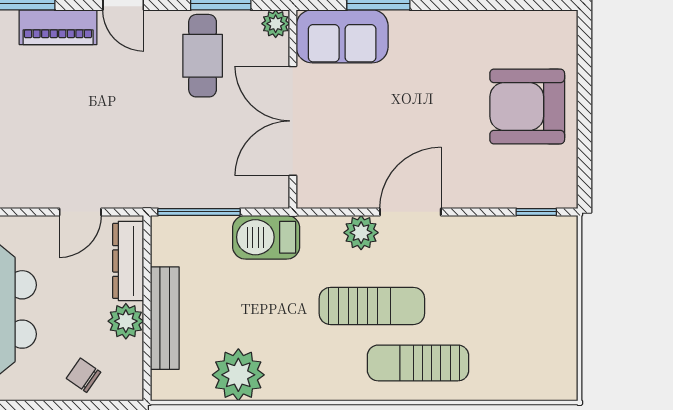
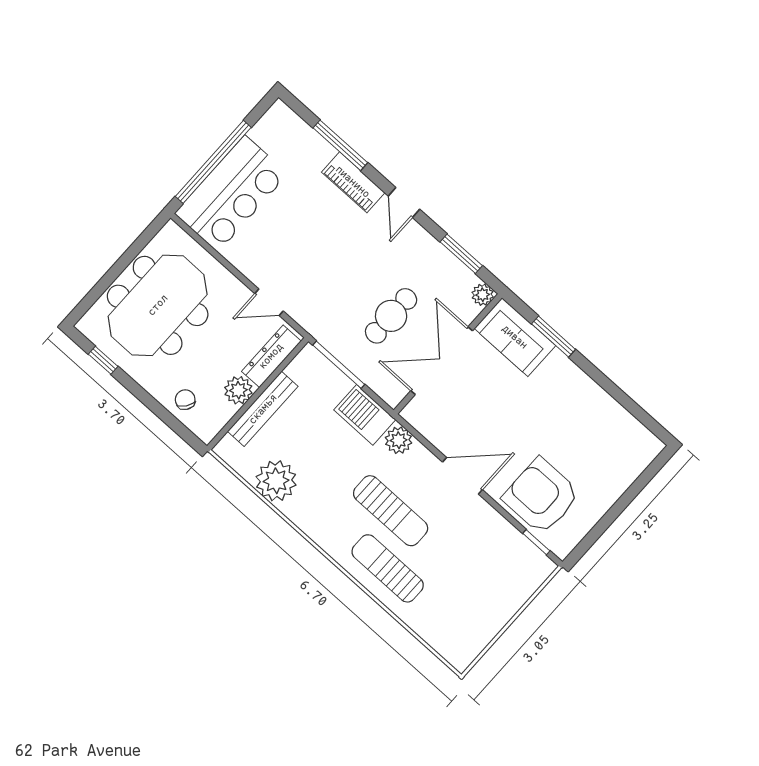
cafe table: (203, 56) -> (391, 316), moved
armchair: (527, 107) -> (541, 496), moved
plant: (361, 233) -> (399, 440), moved

